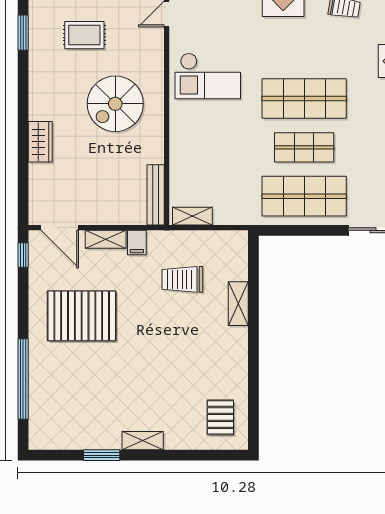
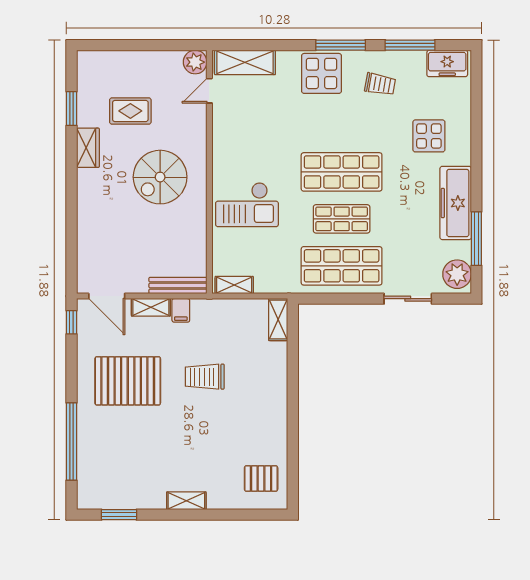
checkout: (208, 76) -> (247, 205), moved
wardrobe: (40, 142) -> (88, 148), moved
bench: (156, 195) -> (178, 285), moved, turned 90
trolley: (182, 279) -> (205, 377), moved
shelving: (238, 304) -> (278, 320), moved
pallet: (220, 417) -> (261, 479), turned 90
window: (102, 455) -> (119, 515), moved

